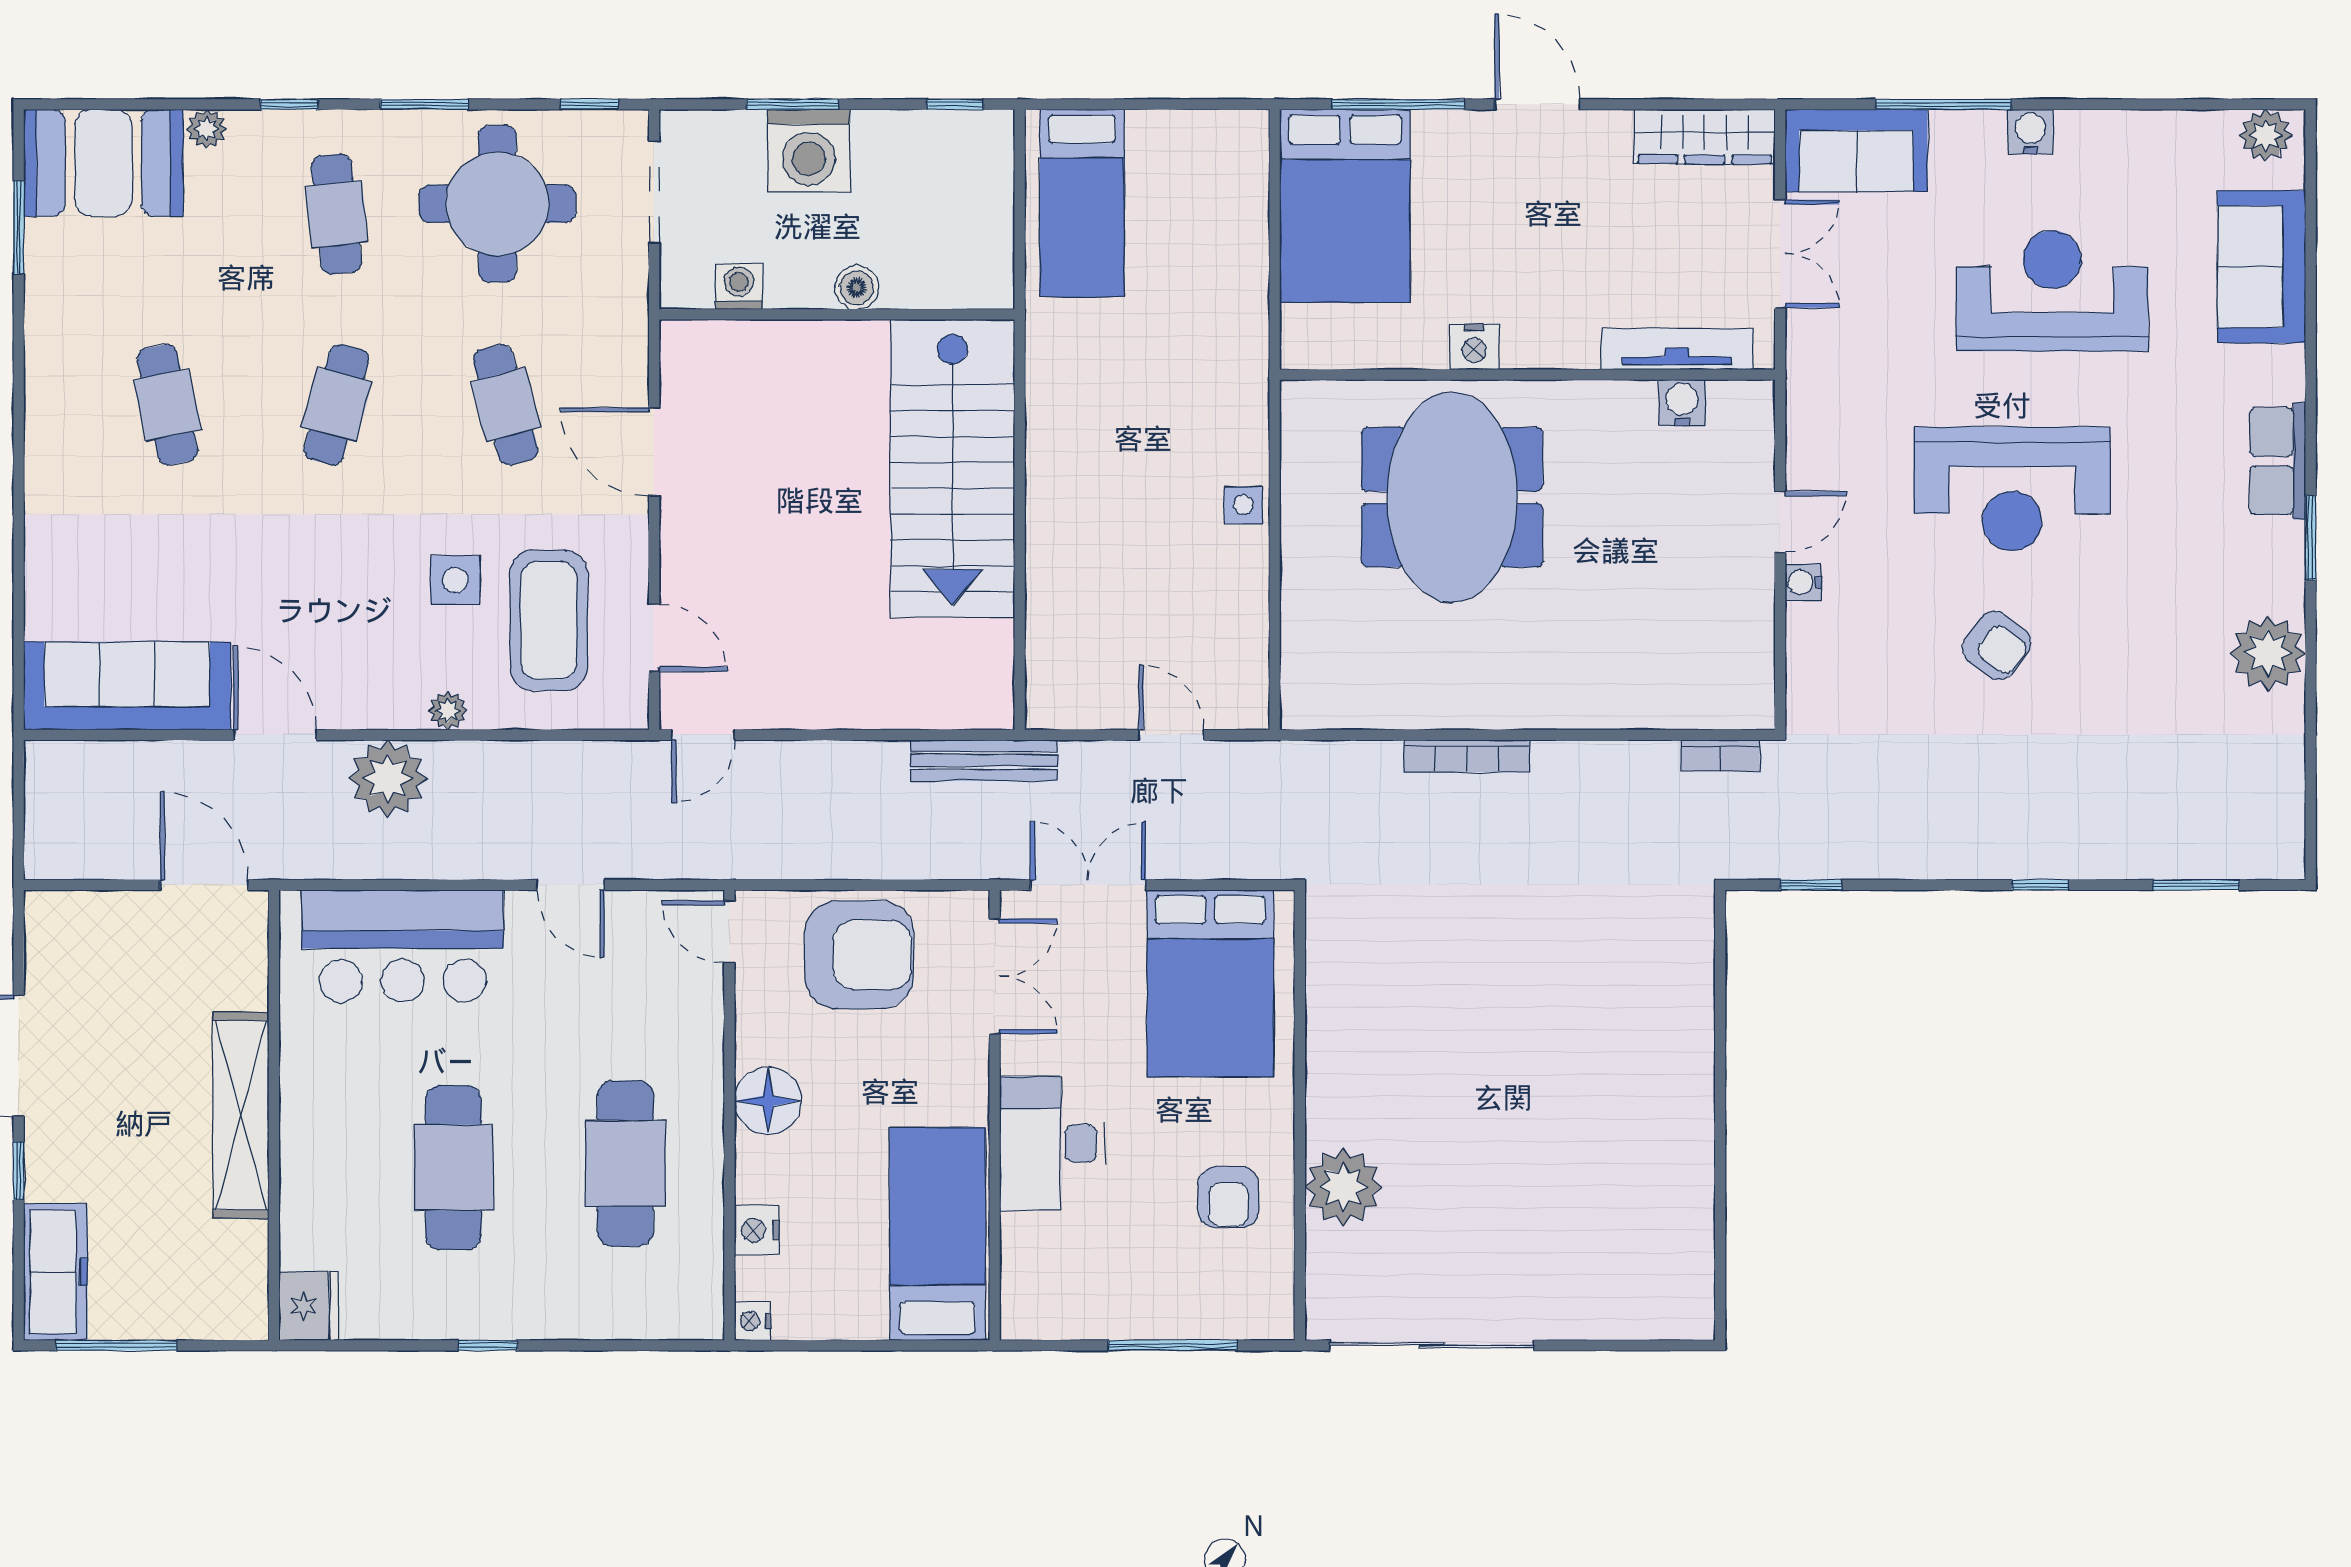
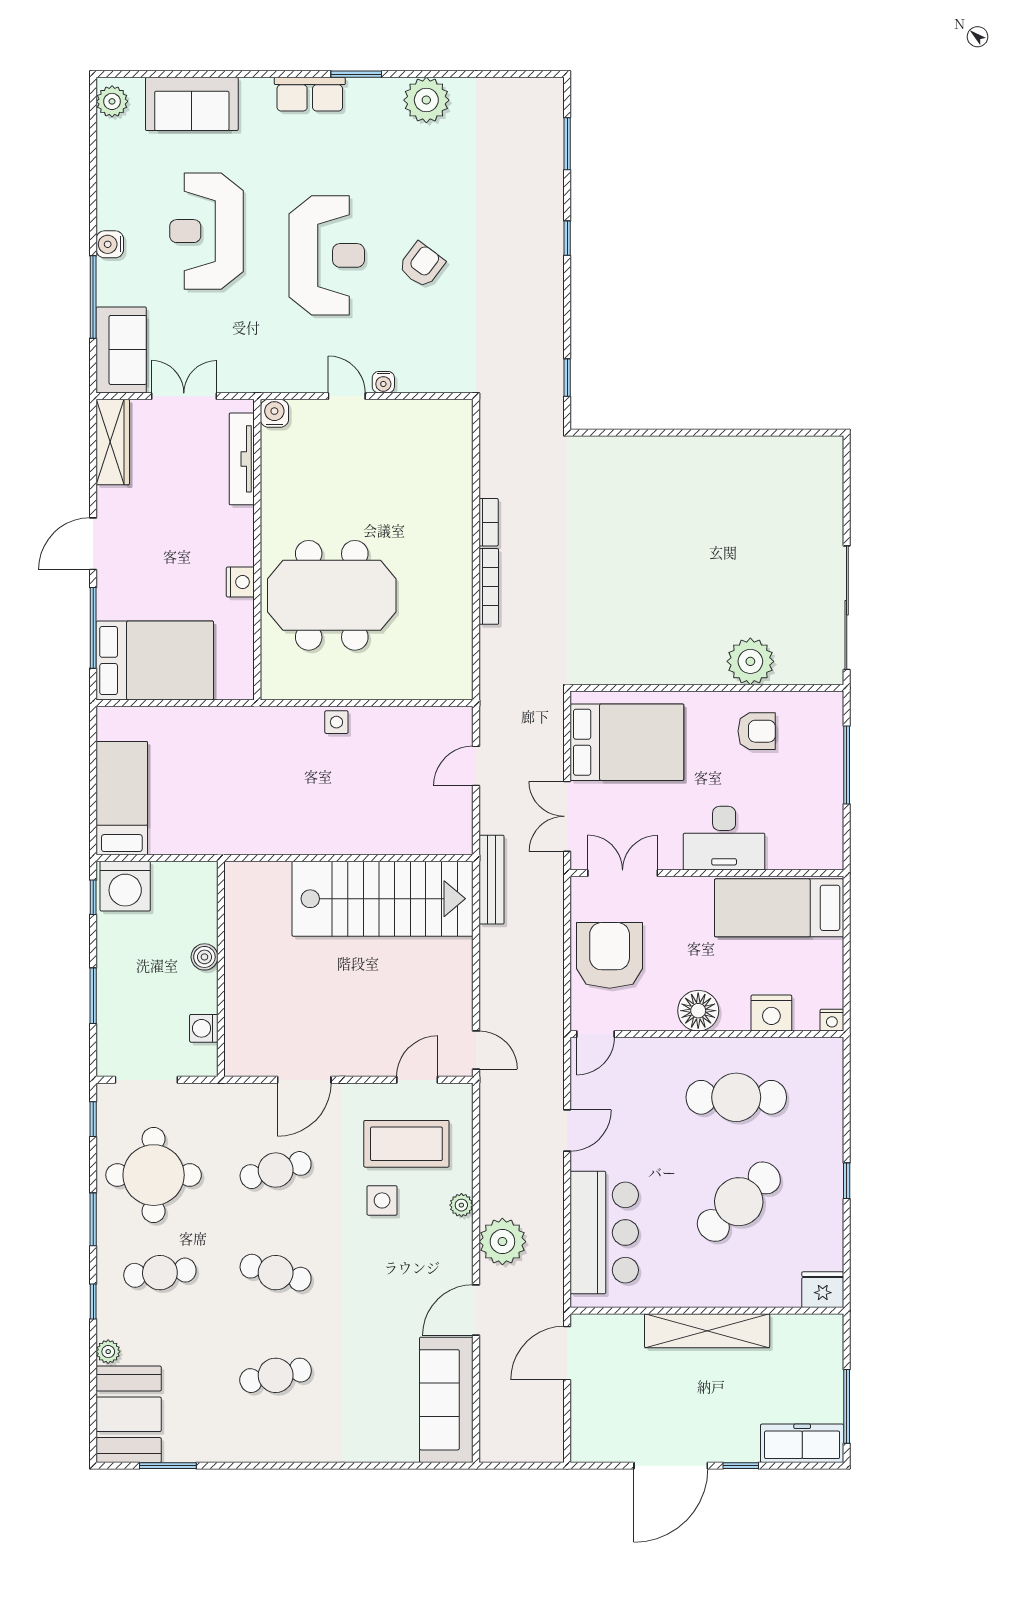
washing machine: (809, 151) -> (125, 886), moved, turned 90
bed: (1082, 203) -> (122, 798), moved, turned -90
water cooler: (1682, 403) -> (274, 413), moved, turned 90
stairs: (952, 468) -> (383, 899), moved
bookcase: (1720, 756) -> (489, 522), moved
cafe table: (453, 1168) -> (739, 1202), turned -43
nightstand: (757, 1230) -> (771, 1013), width x1.36, depth x1.33

